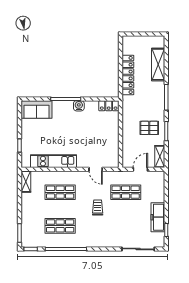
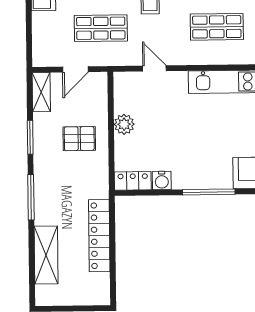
water cooler: (79, 106) -> (162, 180), moved
pallet: (149, 128) -> (79, 139), moved
plant: (113, 138) -> (124, 124), added

